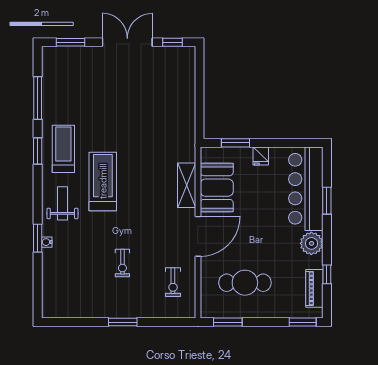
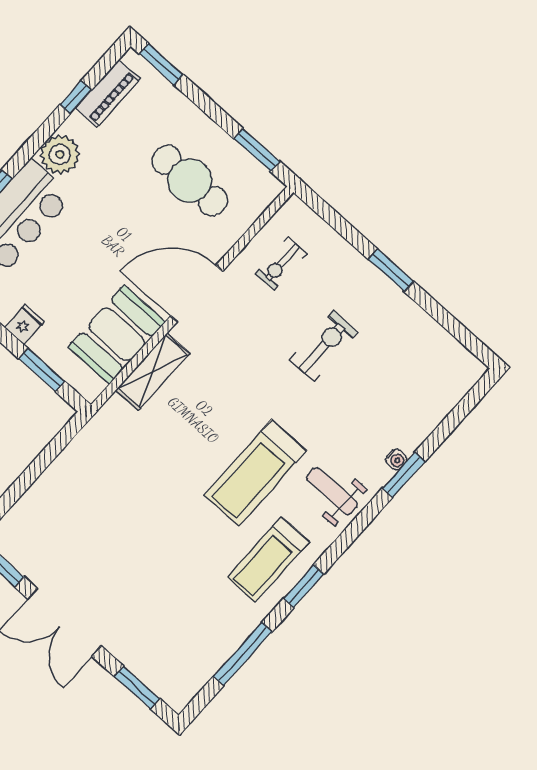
weight bench: (62, 203) -> (332, 491), turned 90
exercise bike: (122, 263) -> (324, 346), width x1.38, depth x1.39
exercise bike: (173, 282) -> (281, 264), turned 180

